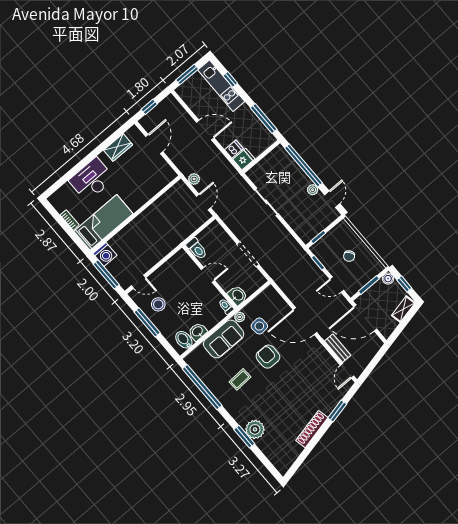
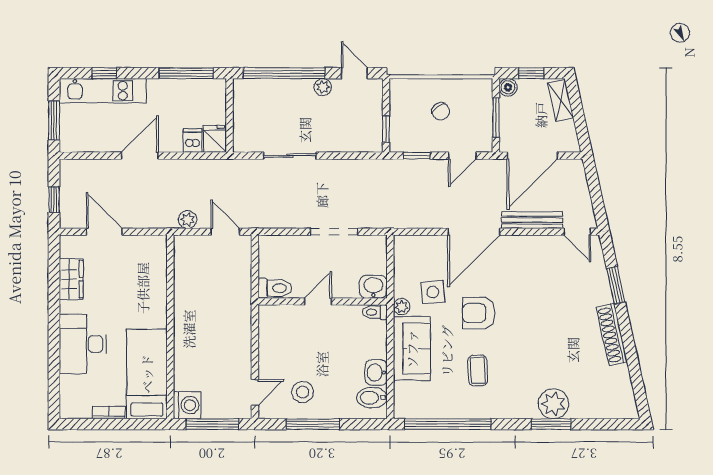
bench: (338, 348) -> (532, 220), width x1.36

